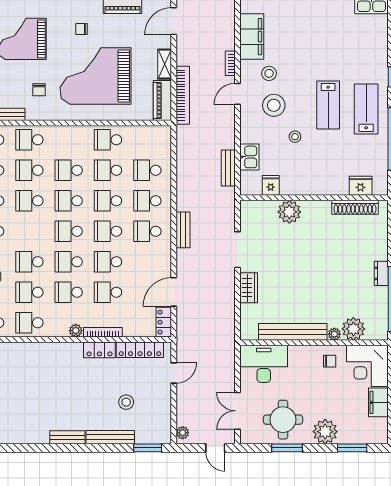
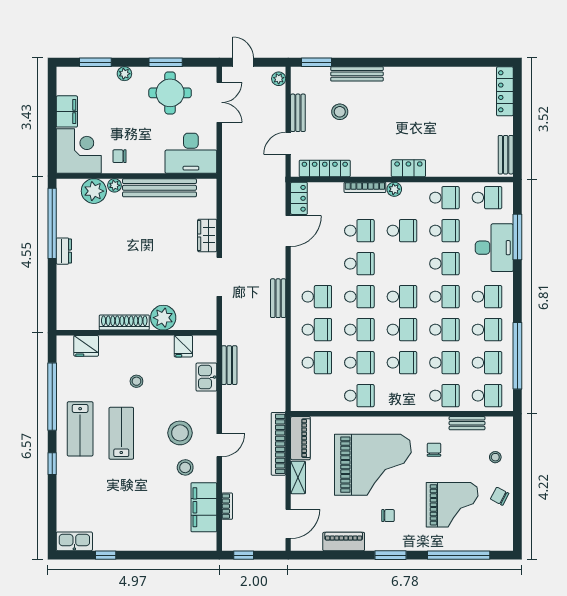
bookcase: (230, 63) -> (227, 506), moved
stool: (295, 137) -> (136, 381), moved
shoe rack: (355, 207) -> (124, 323), moved
school desk: (69, 262) -> (444, 297), moved
locker: (99, 350) -> (408, 168), moved
plant: (325, 432) -> (124, 74), width x0.53, depth x0.53
bench: (67, 437) -> (298, 113), moved, turned 90

